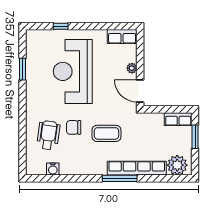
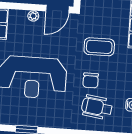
coffee table: (106, 133) -> (99, 47), turned 90

